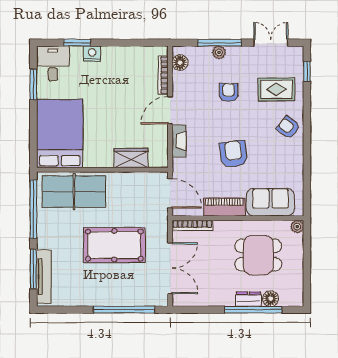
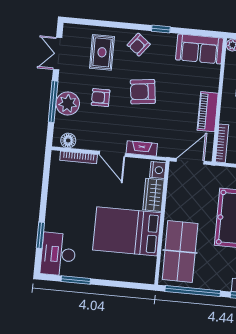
plant: (219, 52) -> (68, 104), width x1.88, depth x1.88
nightstand: (92, 54) -> (158, 170), moved, turned 180
desk: (53, 63) -> (58, 254), width x1.37
window: (307, 71) -> (161, 29), moved
bed: (60, 134) -> (127, 231), moved
armchair: (234, 154) -> (143, 92), moved
sofa: (270, 202) -> (199, 49), moved, turned -90

